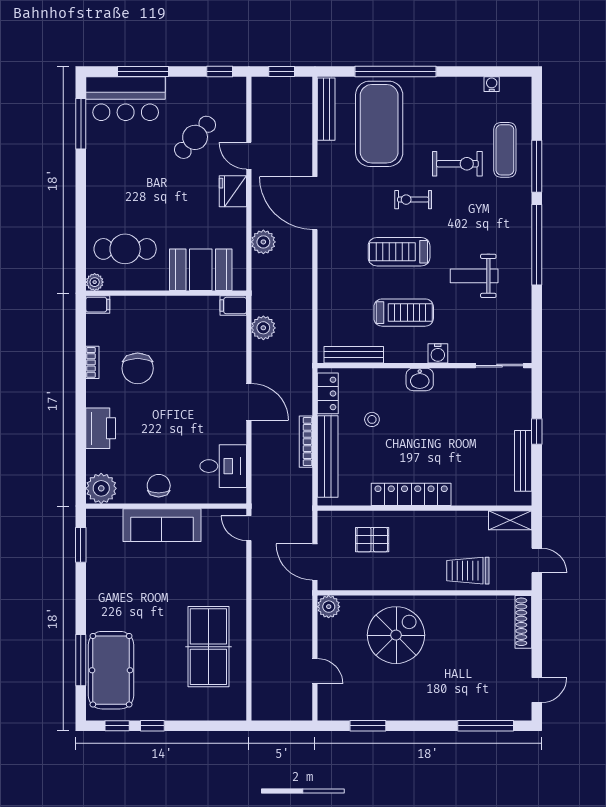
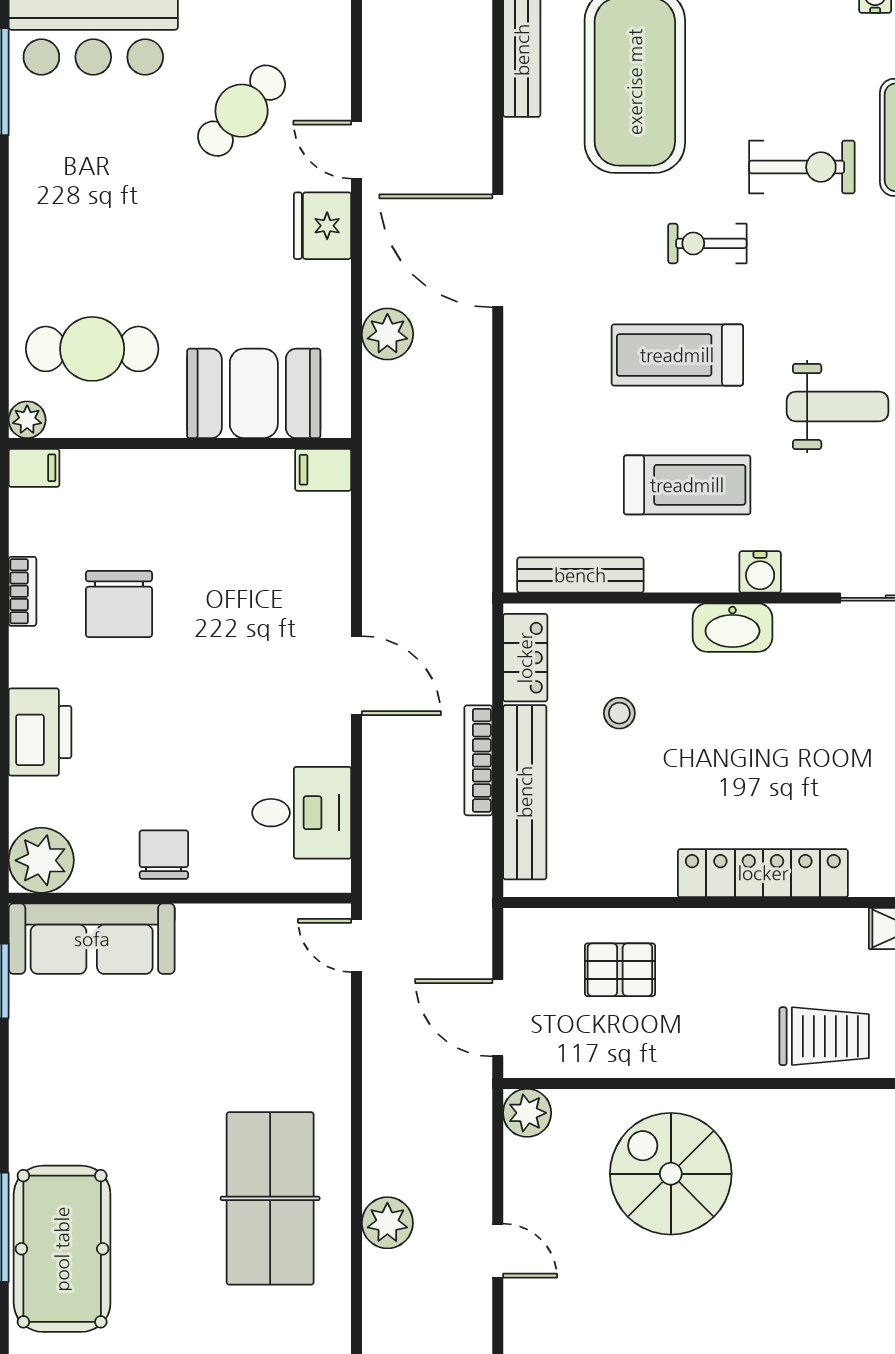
weight bench: (474, 276) -> (838, 407), turned 180
plant: (263, 328) -> (387, 1223), moved
washbasin: (420, 379) -> (732, 628), width x1.38
locker: (411, 494) -> (763, 873), moved
sofa: (162, 525) -> (92, 939), moved
trolley: (468, 571) -> (824, 1036), turned 180
spiral stairs: (396, 635) -> (671, 1174), turned -90

